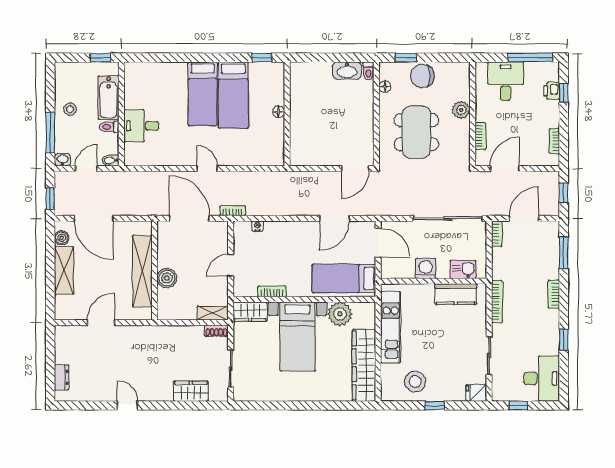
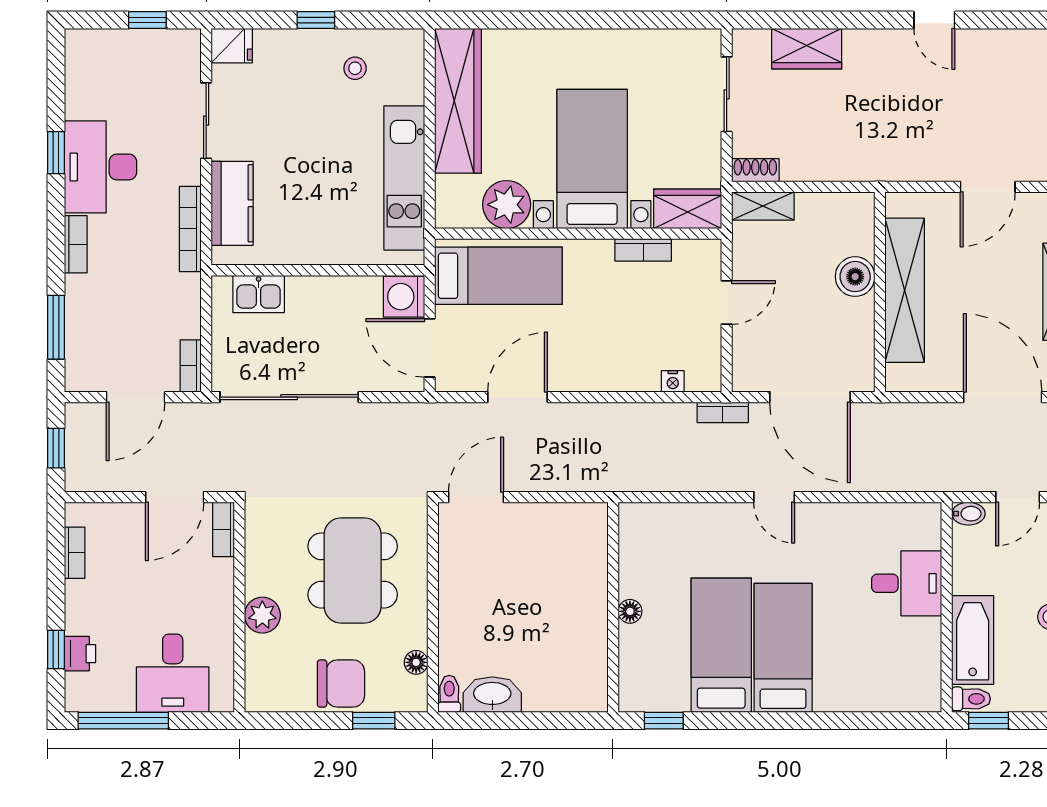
toilet: (109, 127) -> (971, 699), moved
bookcase: (480, 136) -> (224, 529), moved
washing machine: (426, 269) -> (404, 297), moved, turned 90
kitchen counter: (456, 294) -> (232, 203), moved, turned 90
desk: (542, 378) -> (100, 167), moved
stool: (415, 381) -> (355, 68), width x0.53, depth x0.53

